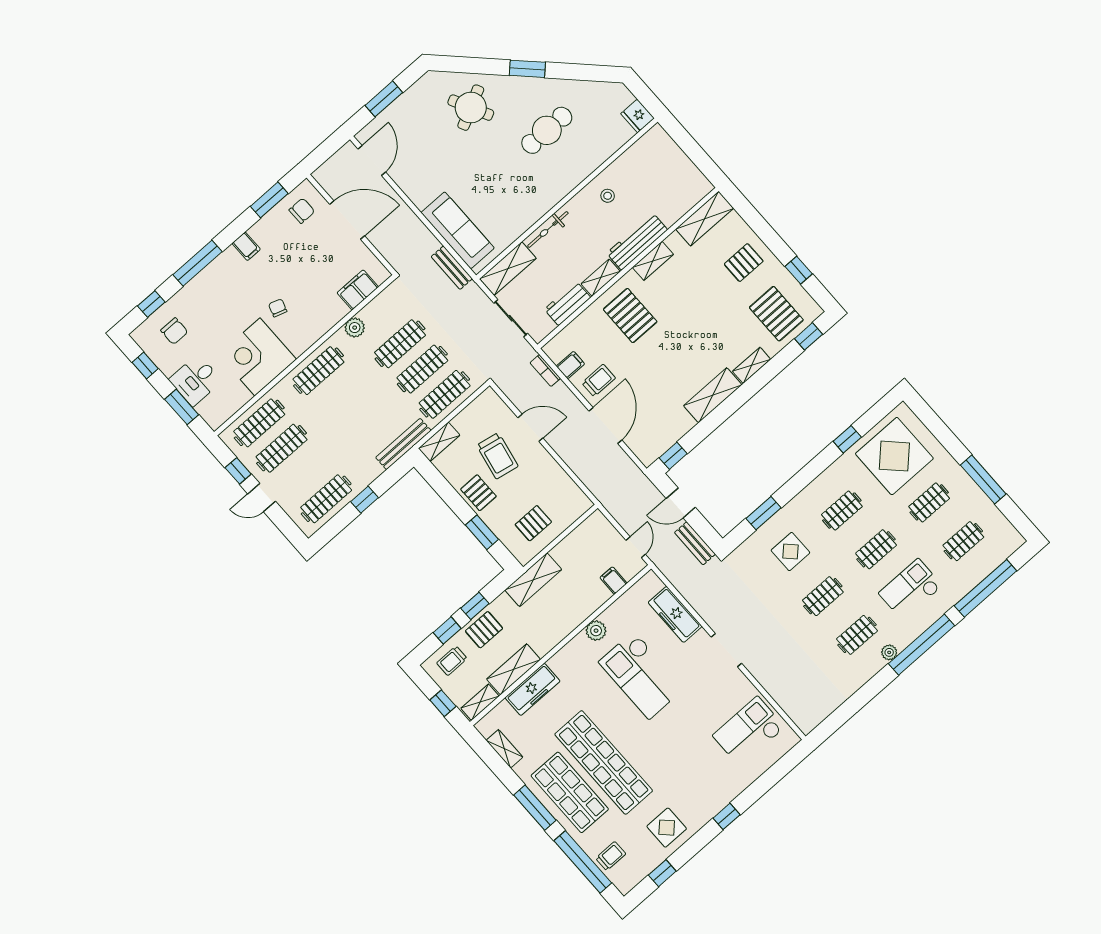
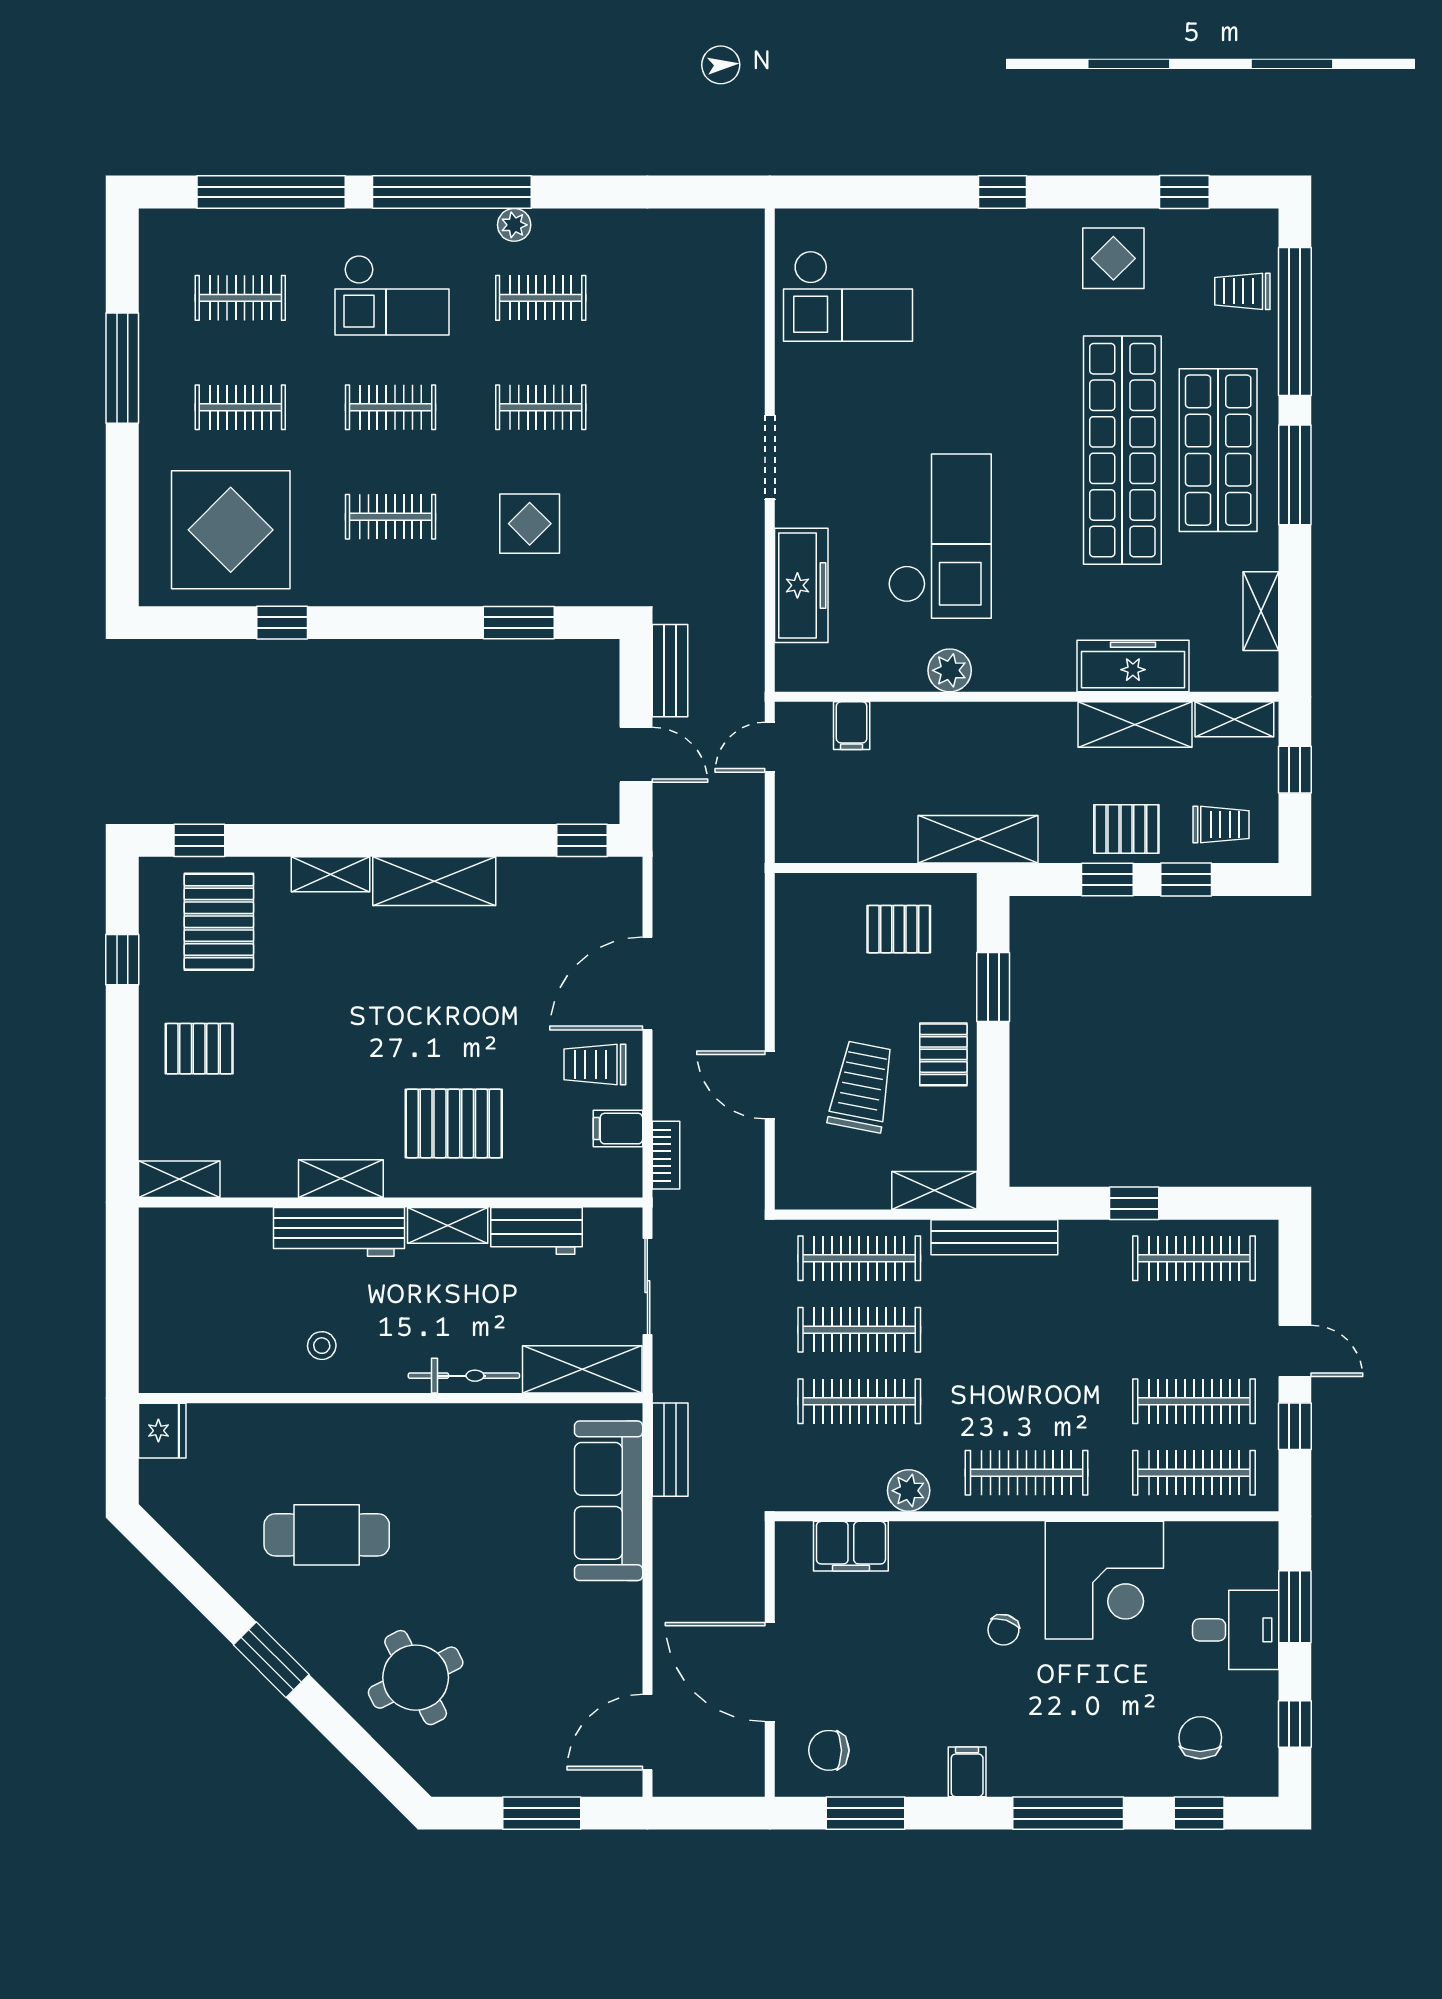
shelving: (705, 219) -> (179, 1179), width x0.67, depth x0.75
pallet: (630, 316) -> (454, 1123), turned 90

